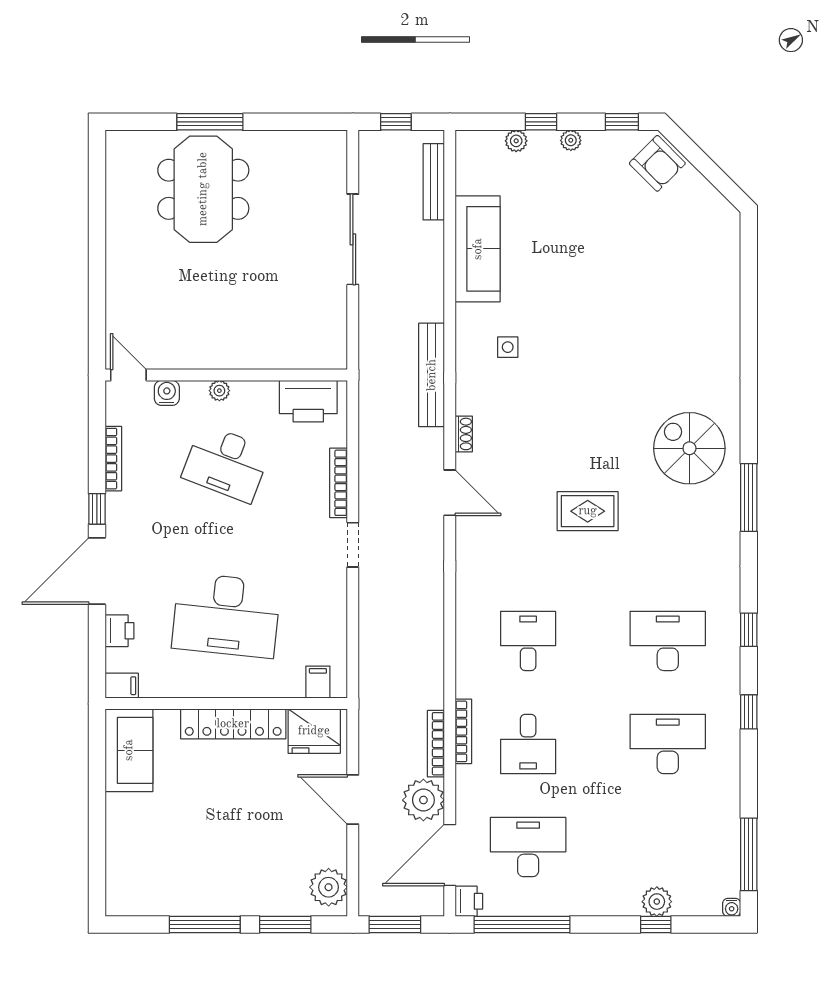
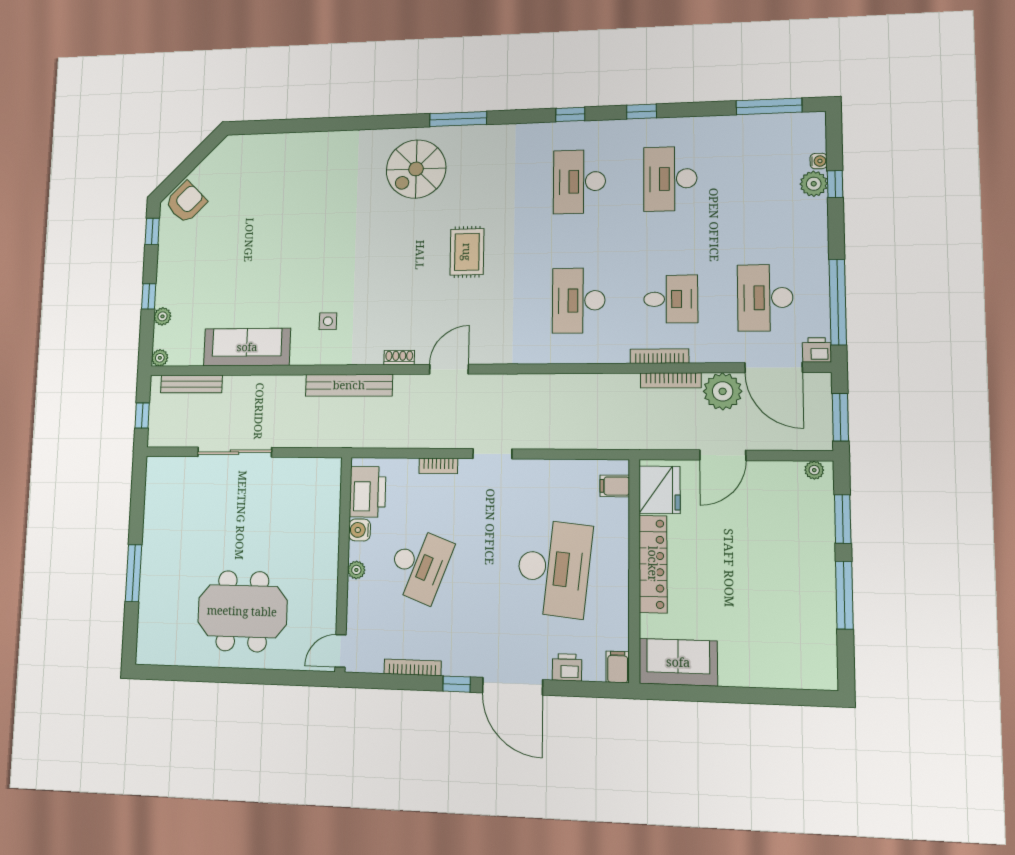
plant: (571, 140) -> (160, 358), moved
meeting table: (203, 189) -> (242, 611), moved
water cooler: (167, 393) -> (360, 530), moved
bookcase: (339, 483) -> (438, 466), width x0.64
desk: (528, 641) -> (579, 300), width x1.37
plant: (329, 887) -> (814, 470), width x0.53, depth x0.53
water cooler: (732, 907) -> (819, 161), moved

